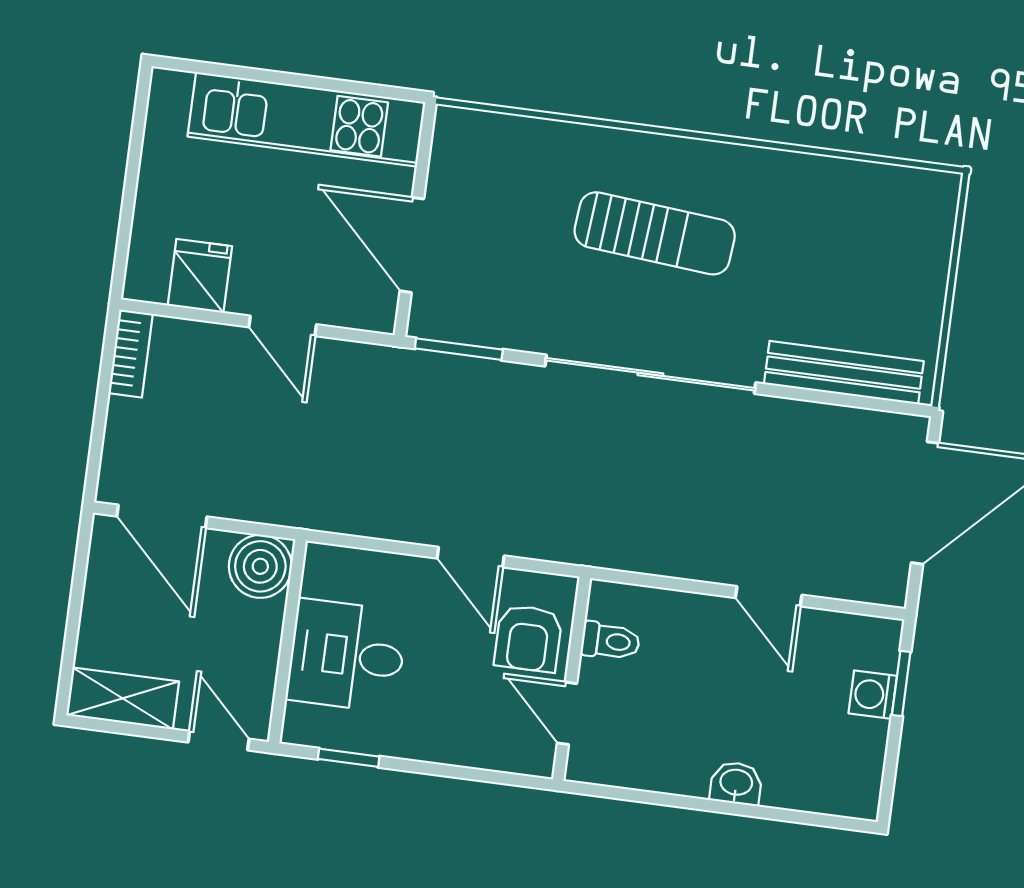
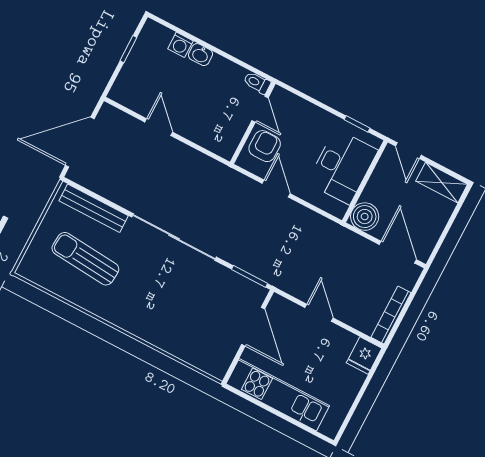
sun lounger: (655, 233) -> (85, 259), moved
fridge: (200, 276) -> (364, 356), moved
bookcase: (131, 354) -> (391, 315), width x1.56
toilet: (610, 641) -> (257, 83), moved
desk: (347, 656) -> (342, 166), width x1.37
window: (901, 684) -> (128, 49), moved
washing machine: (873, 695) -> (180, 45), moved, turned 90

